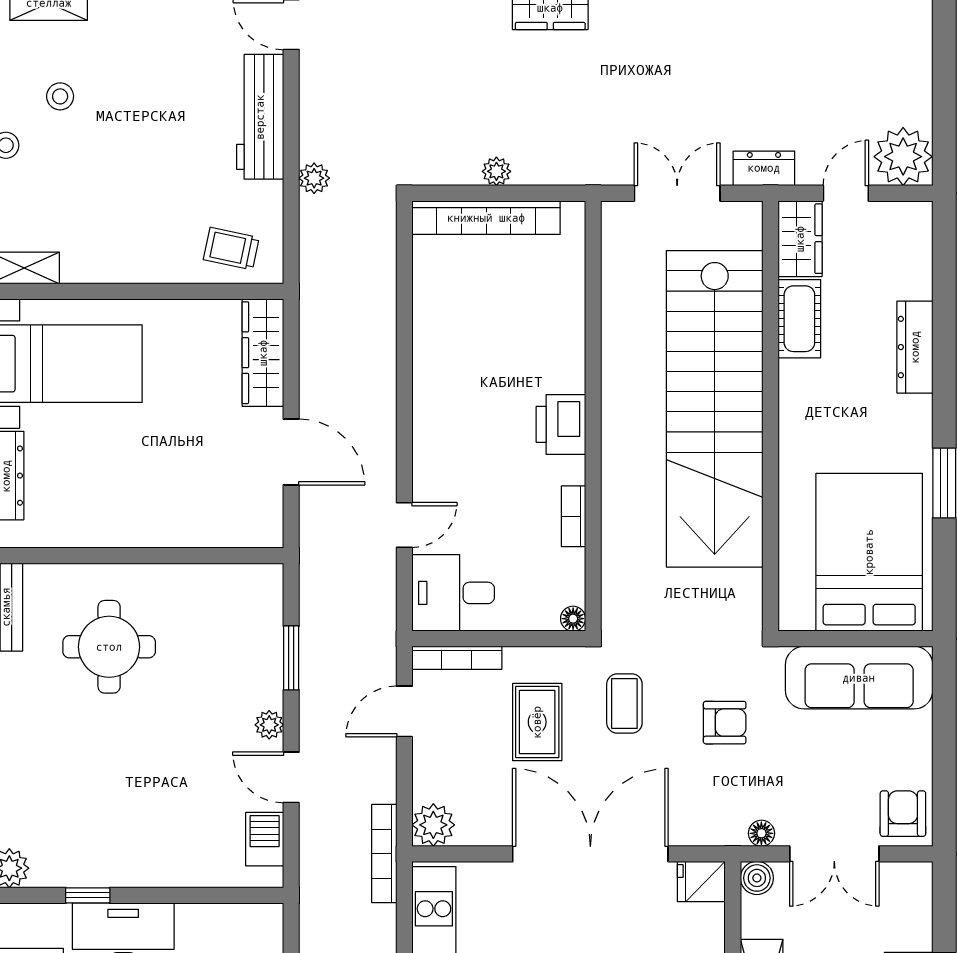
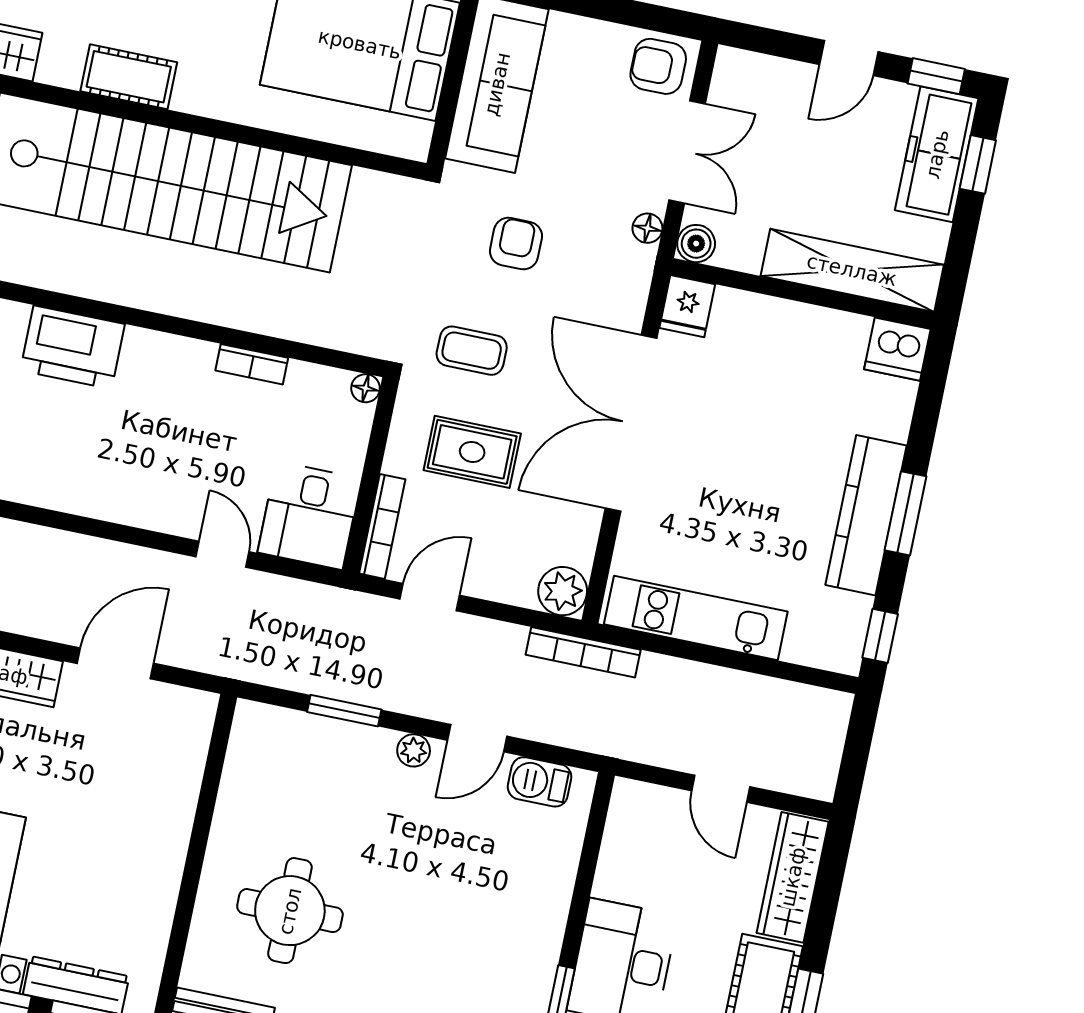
cot: (799, 319) -> (129, 77), moved
printer: (561, 424) -> (72, 347), moved, width x1.37, depth x1.19
door: (404, 711) -> (430, 597), swing flipped

